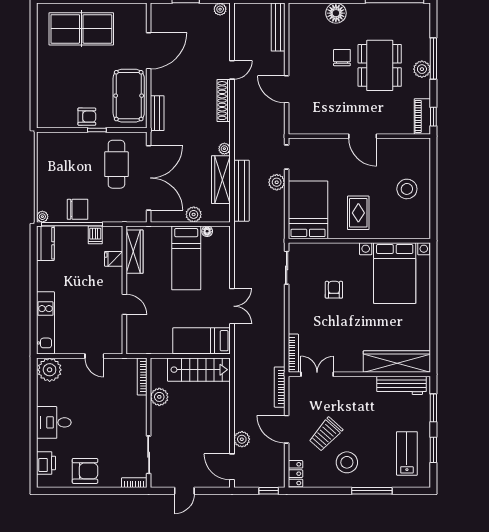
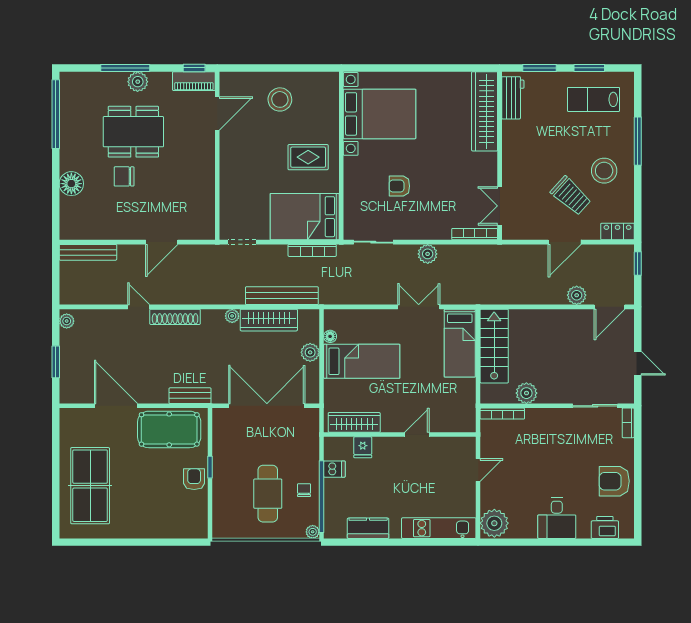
door: (363, 136) -> (217, 113), moved
cafe table: (116, 164) -> (268, 494), moved, turned 90
plant: (277, 182) -> (428, 254), moved
chair: (78, 209) -> (304, 490), width x0.54, depth x0.54
kitchen counter: (45, 243) -> (368, 528), moved
workbench: (402, 385) -> (513, 98), width x0.73
bookcase: (280, 387) -> (312, 250), moved
armchair: (85, 471) -> (614, 481), turned -90

